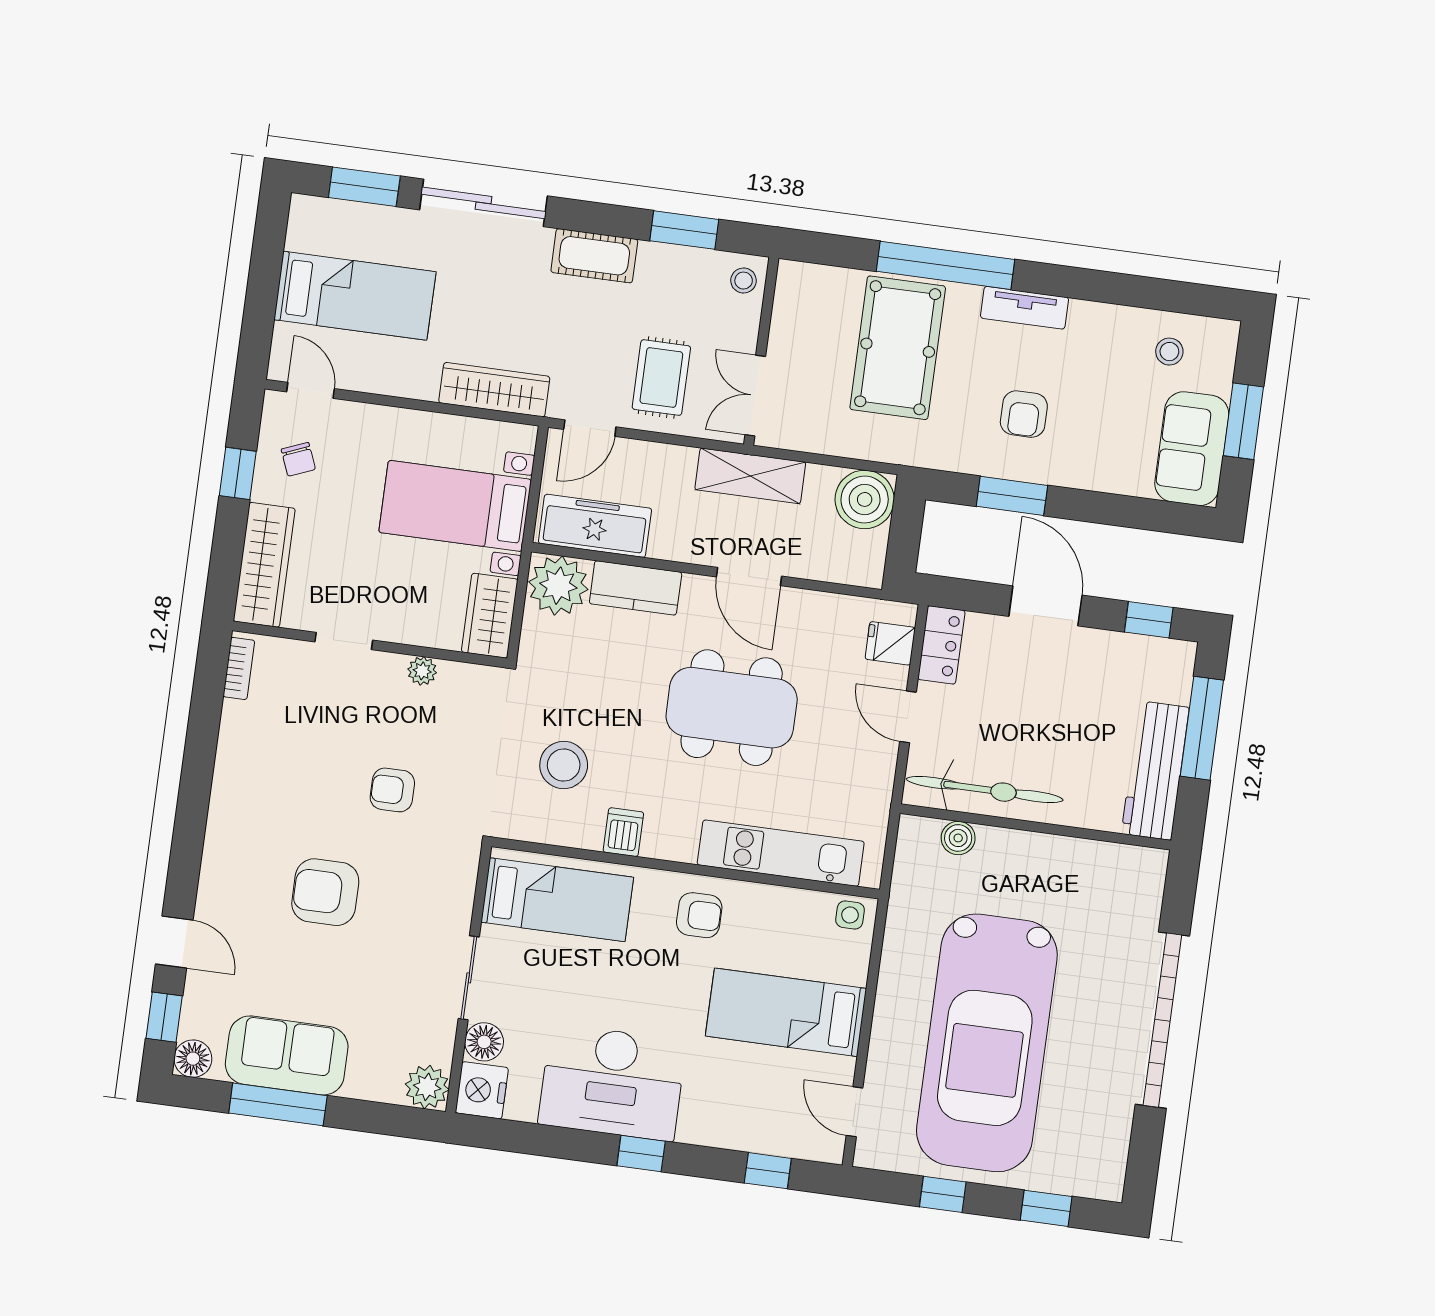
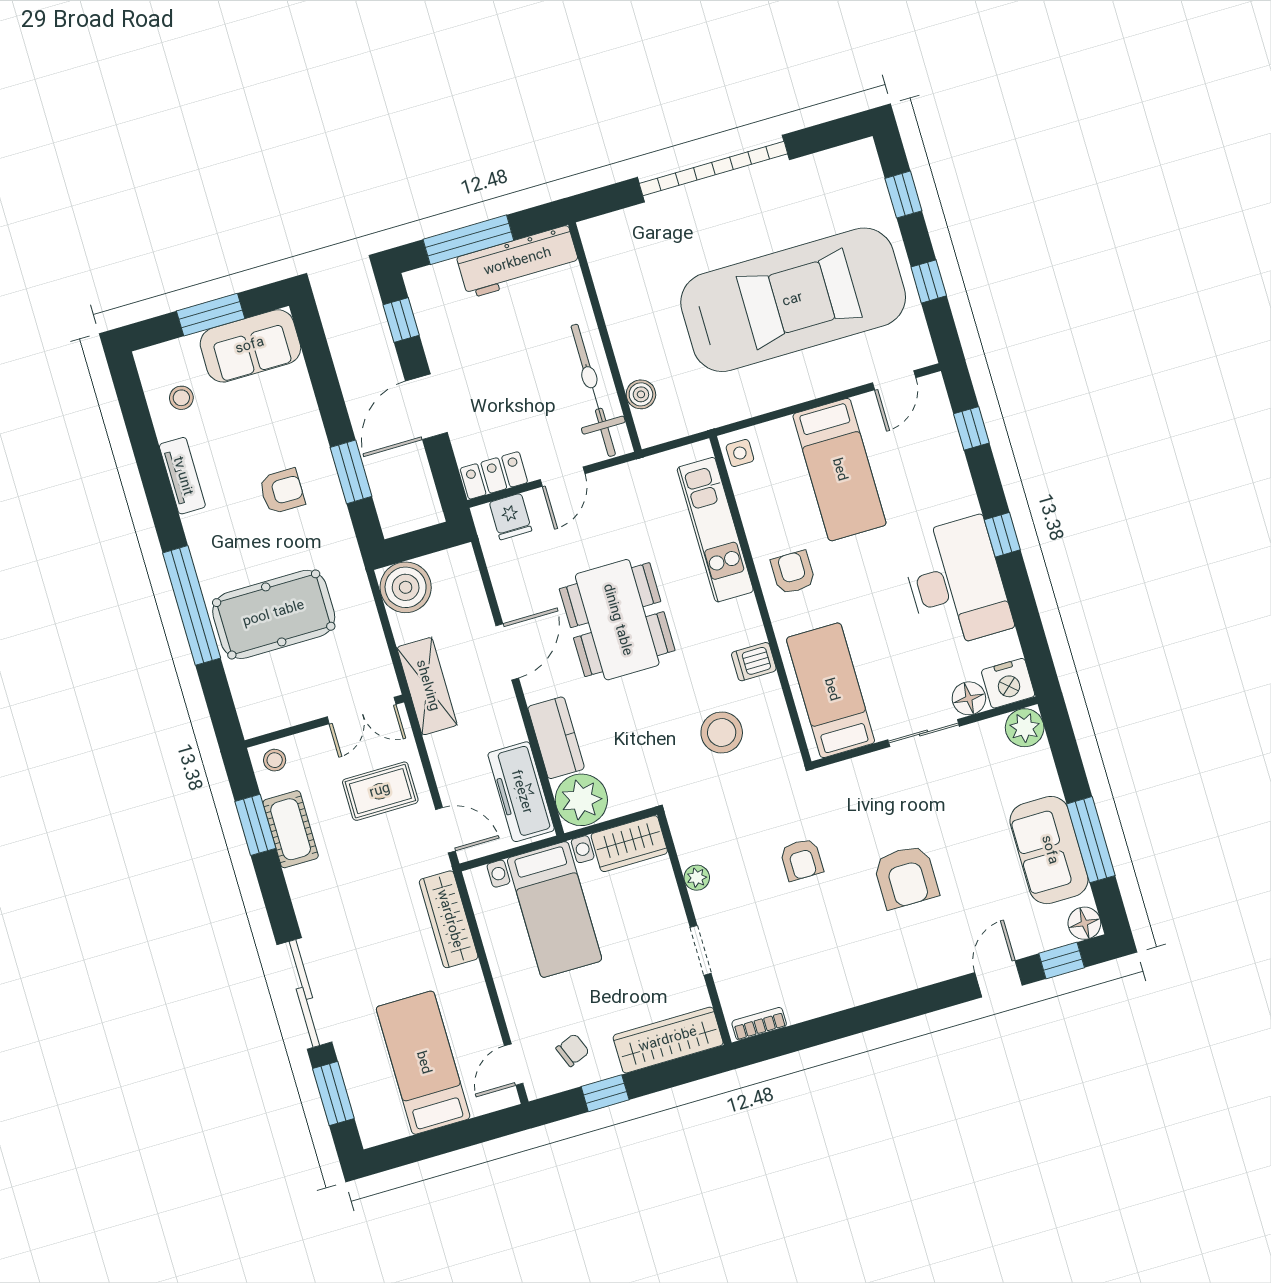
cot: (594, 256) -> (291, 829), moved
tv unit: (1024, 308) -> (182, 476), moved

